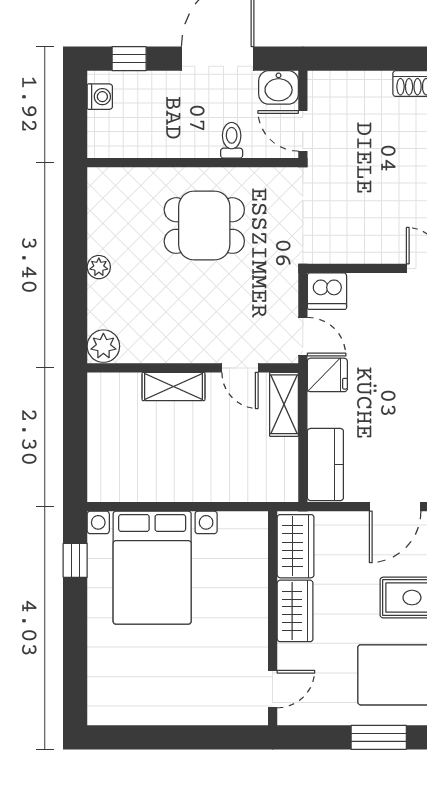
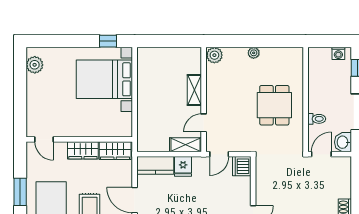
fridge: (327, 375) -> (183, 166), moved
plant: (123, 708) -> (35, 65), added

